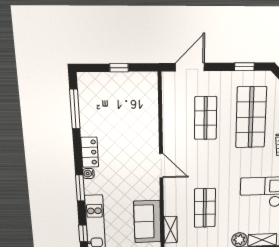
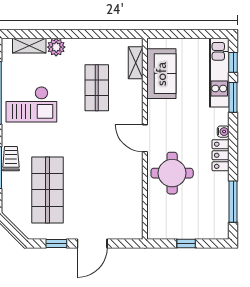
door: (190, 67) -> (92, 244), moved
shop shelf: (206, 118) -> (97, 190), removed
round table: (135, 135) -> (172, 173), added
window: (80, 188) -> (233, 97), moved

